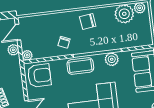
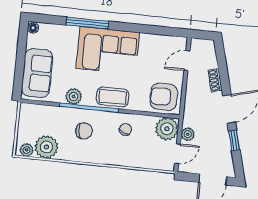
chair: (88, 22) -> (84, 131), moved
plant: (27, 55) -> (167, 129), width x1.87, depth x1.87

